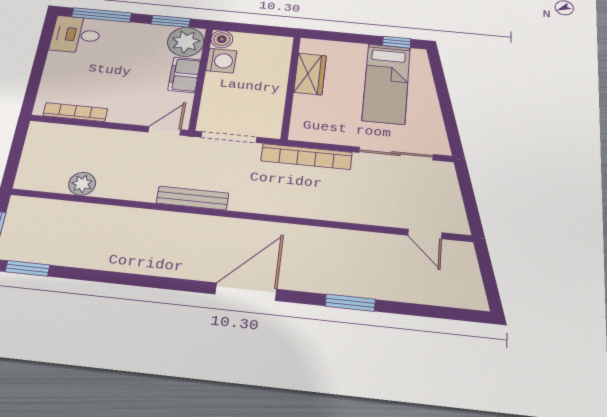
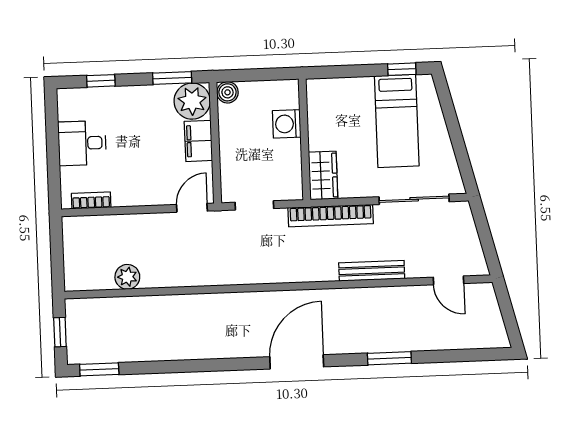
window: (102, 15) -> (101, 81), width x0.46
desk: (76, 35) -> (82, 143), moved
washing machine: (221, 61) -> (287, 124), moved, turned 180
wardrobe: (310, 74) -> (323, 175), moved
bookcase: (75, 112) -> (91, 200), width x0.64
doorway: (229, 137) -> (254, 205), width x0.73
bench: (192, 198) -> (372, 271), moved

